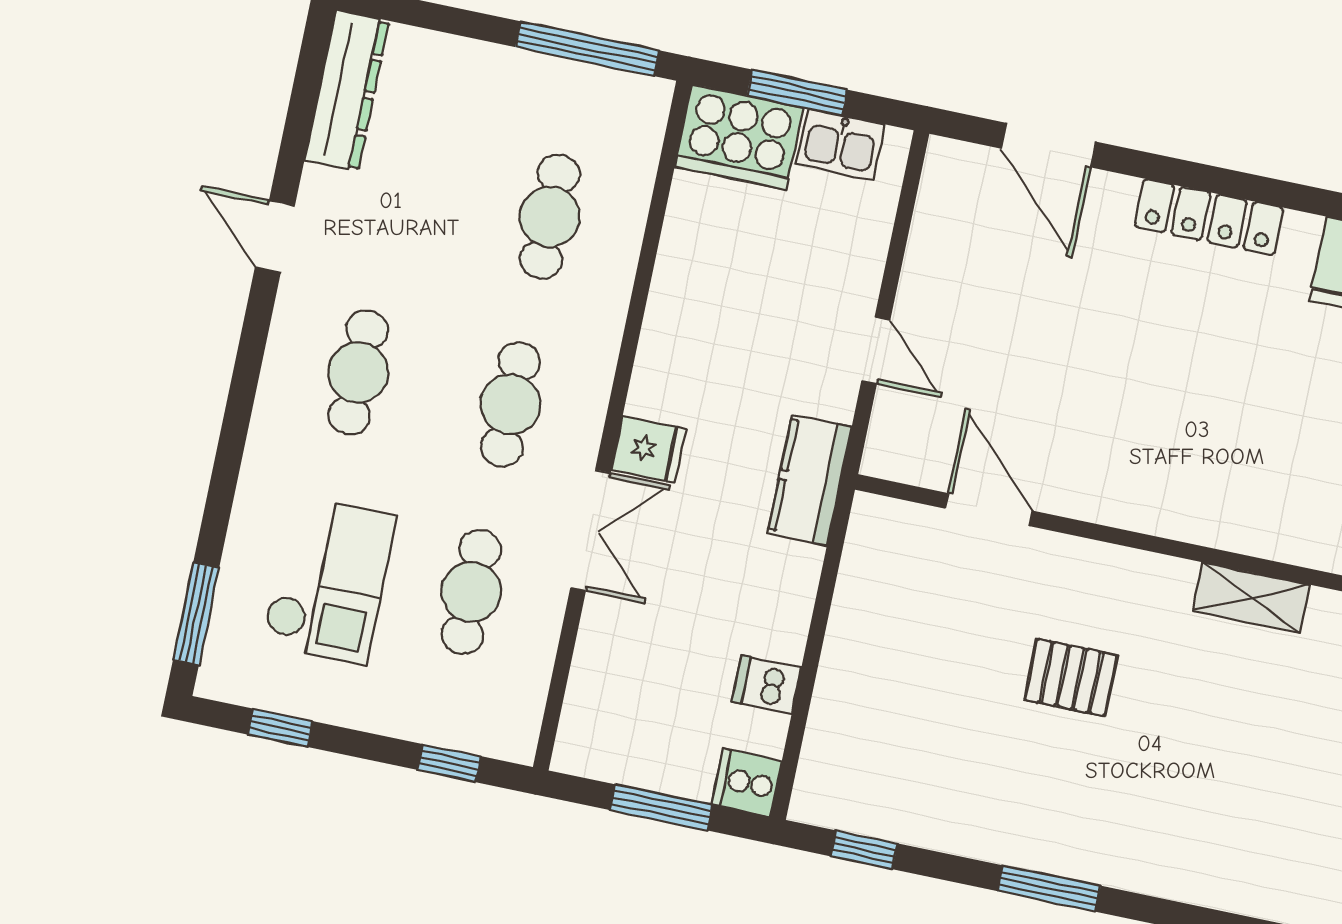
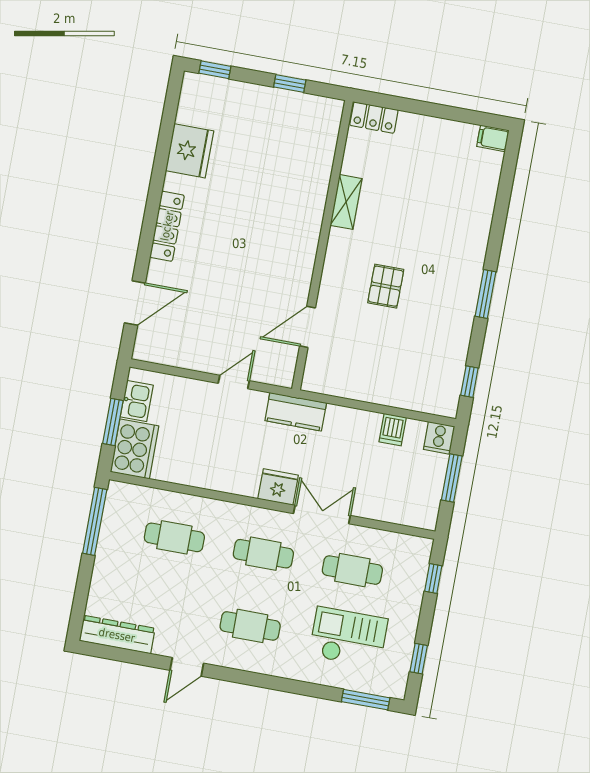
fridge: (649, 449) -> (278, 487), width x1.38

